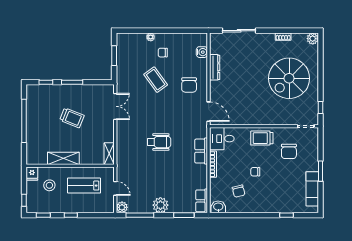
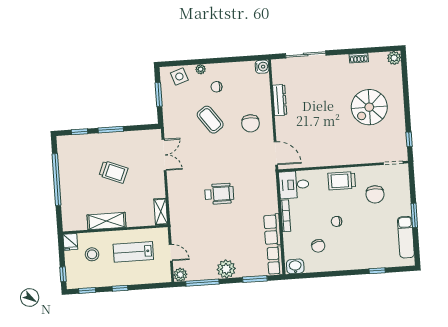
side table: (132, 42) -> (179, 76), added
water cooler: (202, 52) -> (262, 67), moved
spiral stairs: (289, 78) -> (369, 107), width x0.73, depth x0.73
row of seats: (201, 151) -> (272, 230), moved

